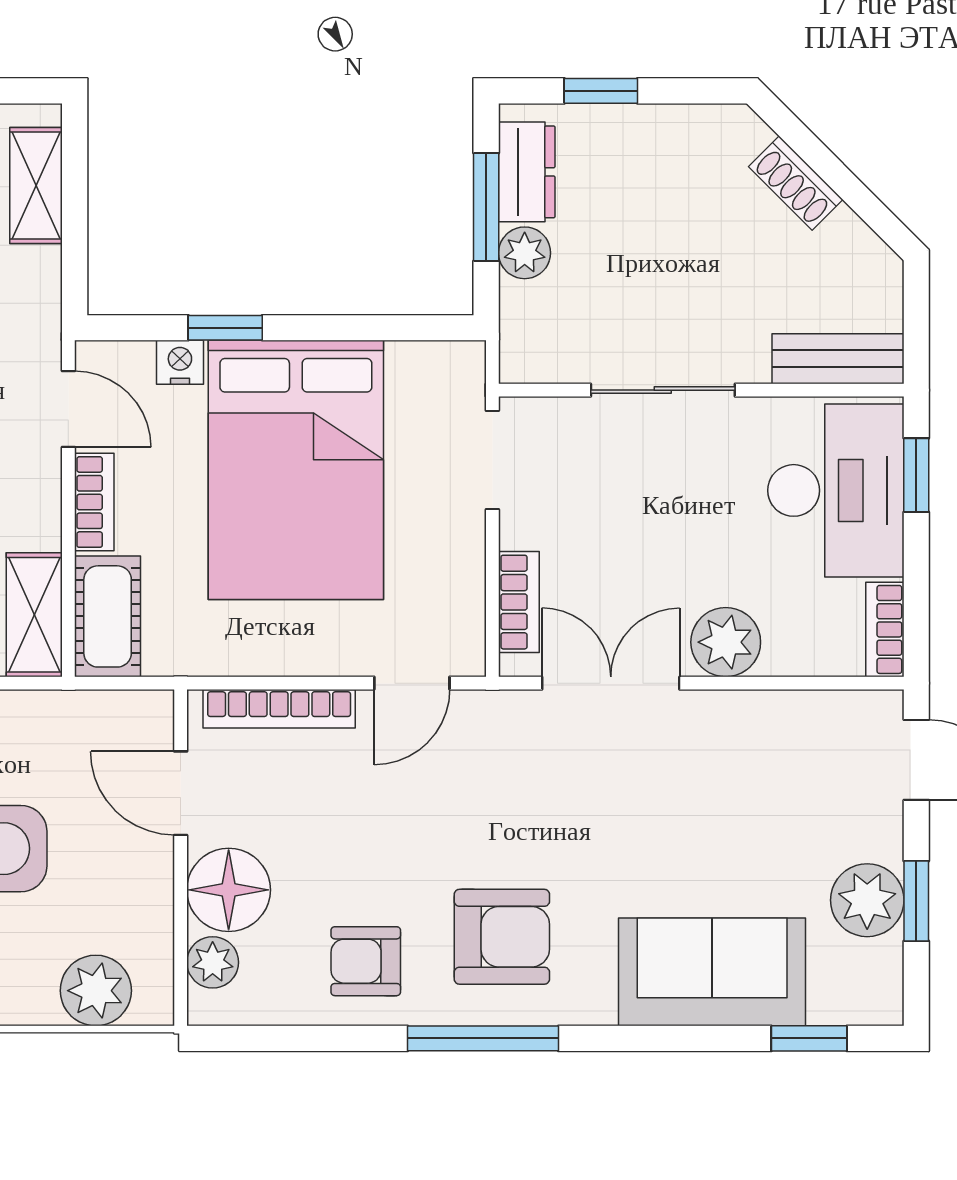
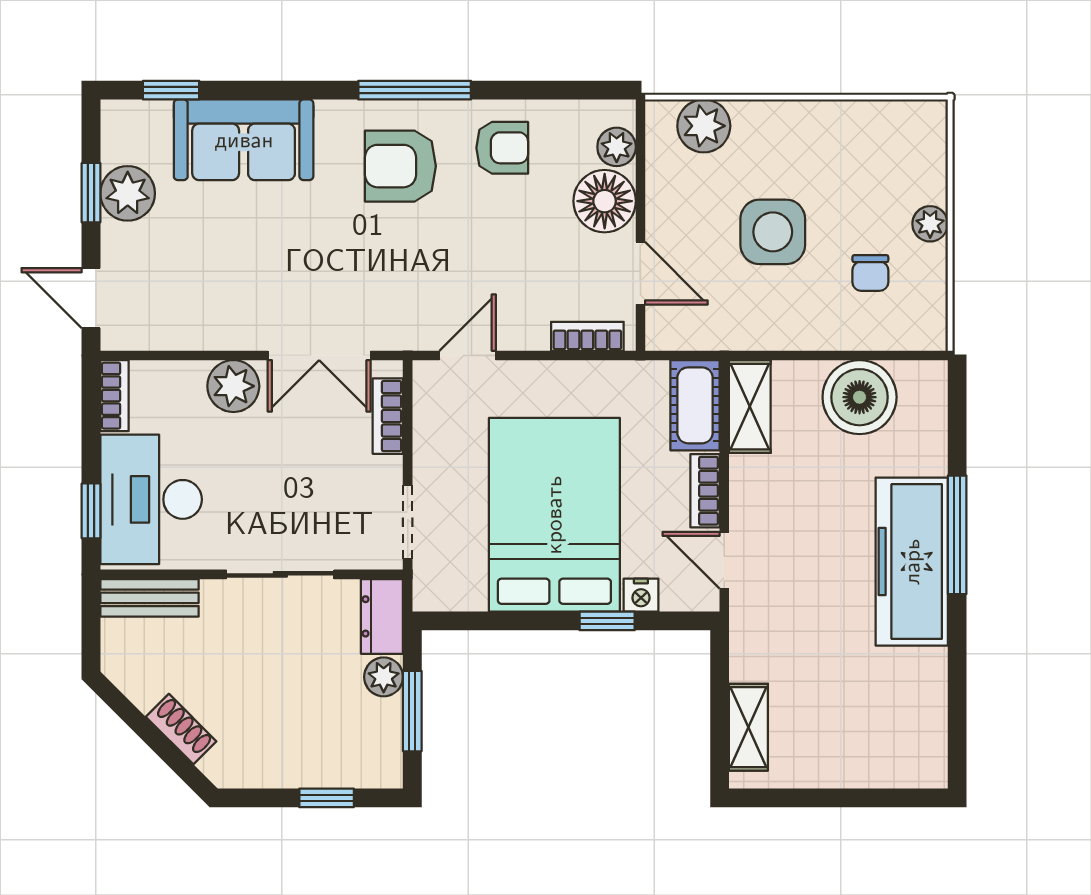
dresser: (527, 172) -> (382, 616), moved
bookcase: (279, 709) -> (587, 336), width x0.64

